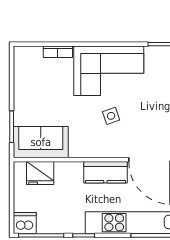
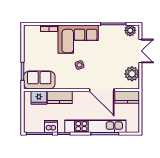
kitchen counter: (105, 172) -> (60, 97), moved
dishwasher: (25, 223) -> (51, 126), moved

